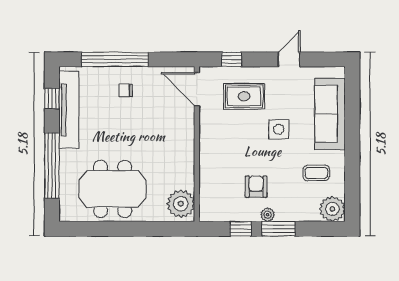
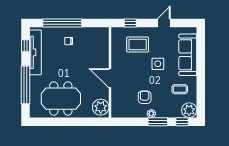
door: (197, 89) -> (110, 78), moved
window: (241, 229) -> (182, 122), moved

